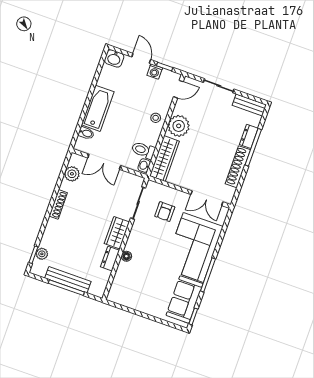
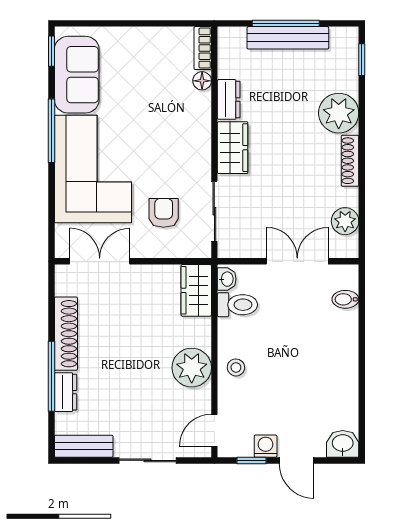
bathtub: (98, 108) -> (341, 349), removed
wardrobe: (164, 159) -> (196, 290), width x0.67
plant: (42, 254) -> (339, 113), moved, width x1.88, depth x1.88
floor lamp: (126, 256) -> (202, 81), moved
bookcase: (114, 290) -> (203, 48), added

